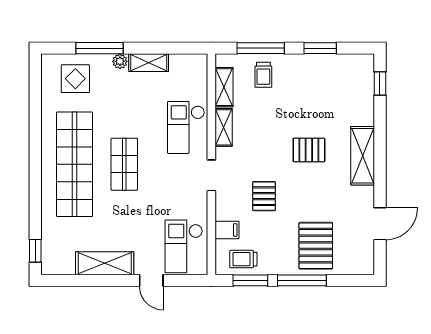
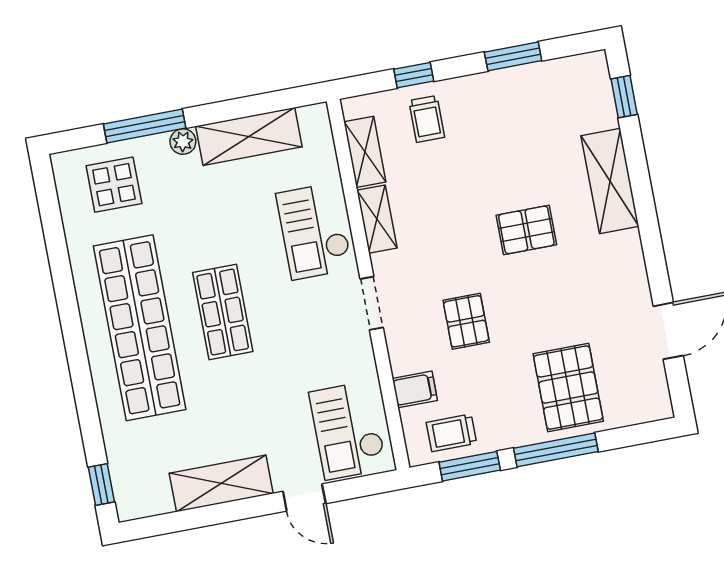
window: (261, 48) -> (414, 75), width x0.46
shelving: (149, 63) -> (249, 137), width x1.50, depth x1.33
shelving: (363, 156) -> (610, 181), moved

